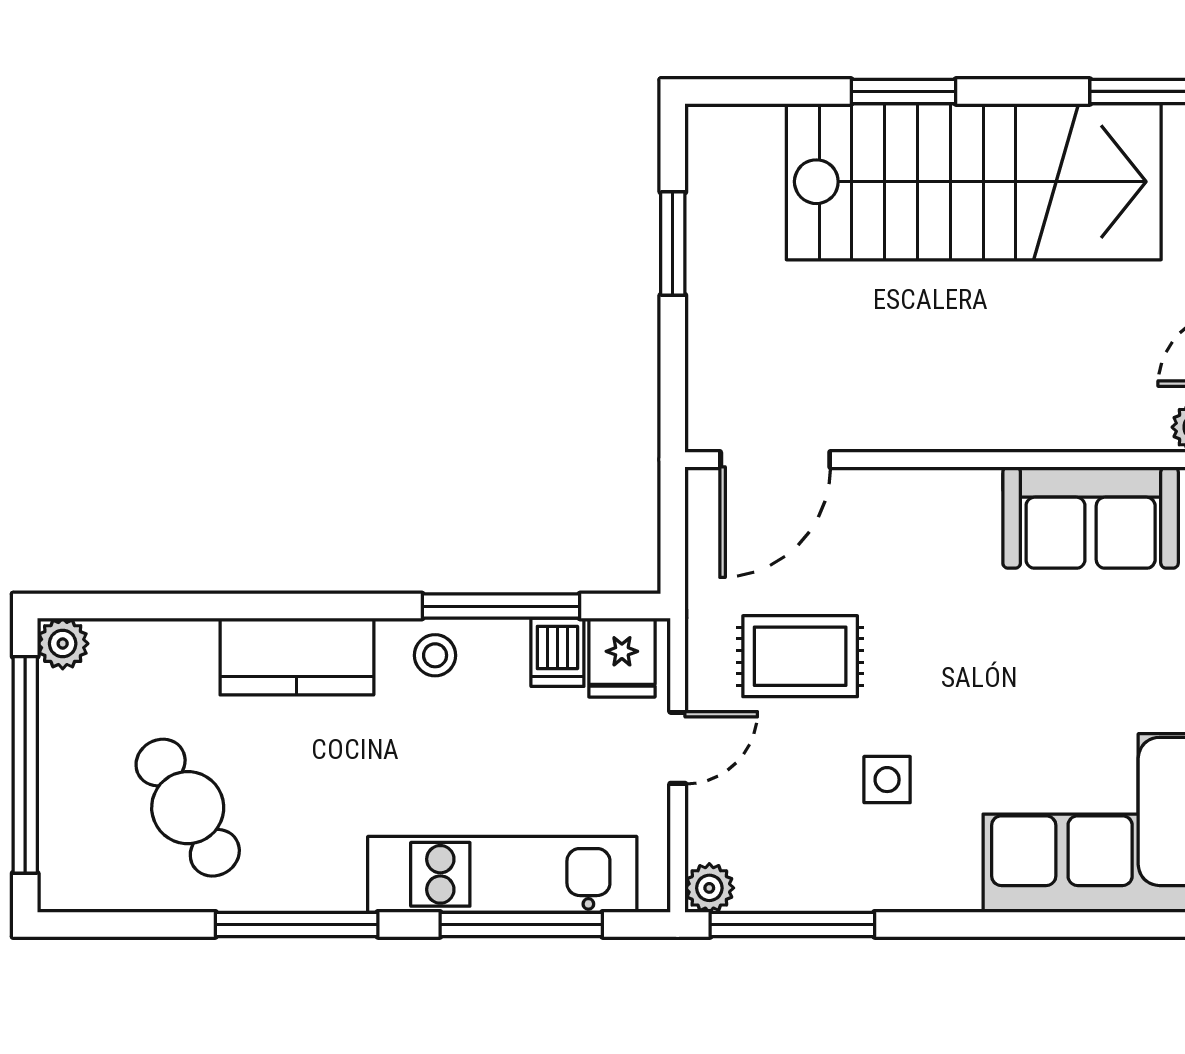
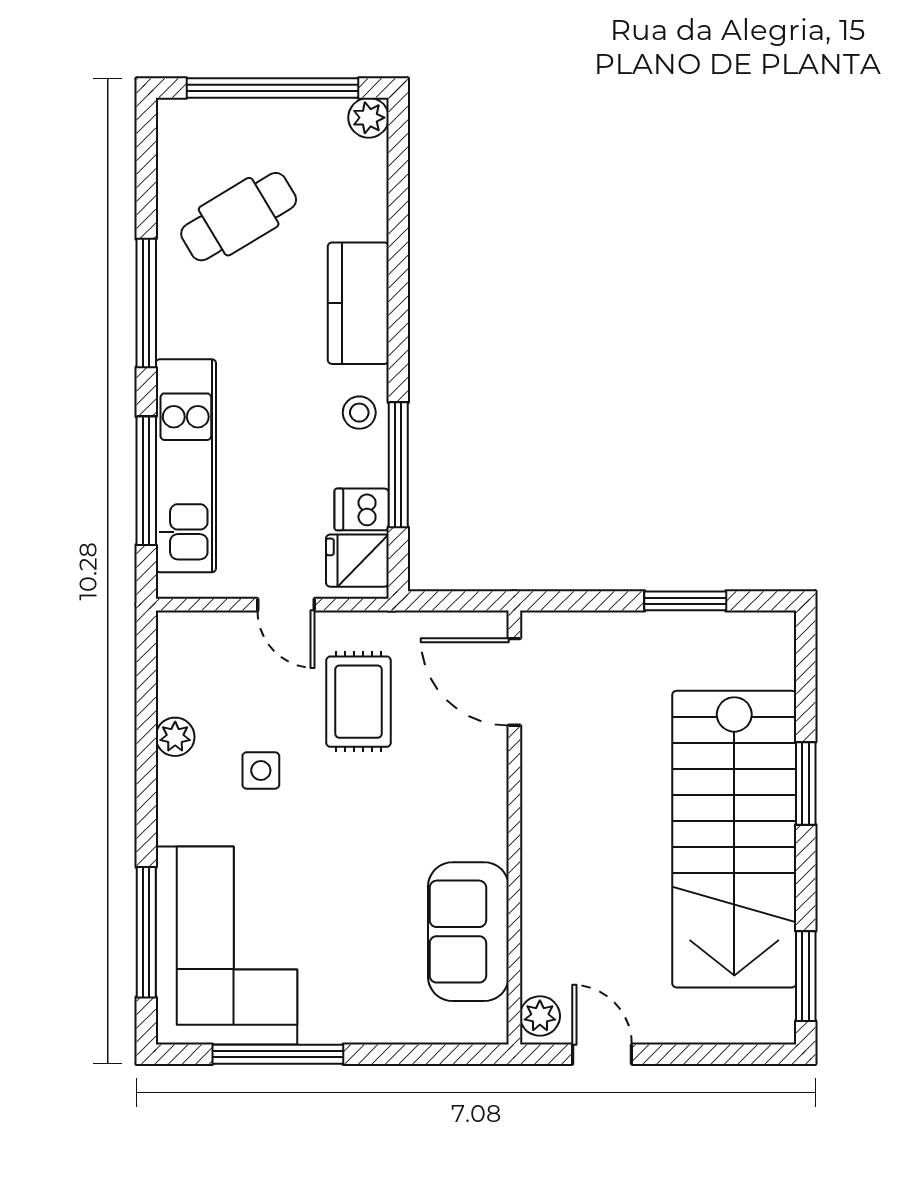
plant: (709, 888) -> (175, 737), moved
window: (792, 924) -> (146, 932), moved

